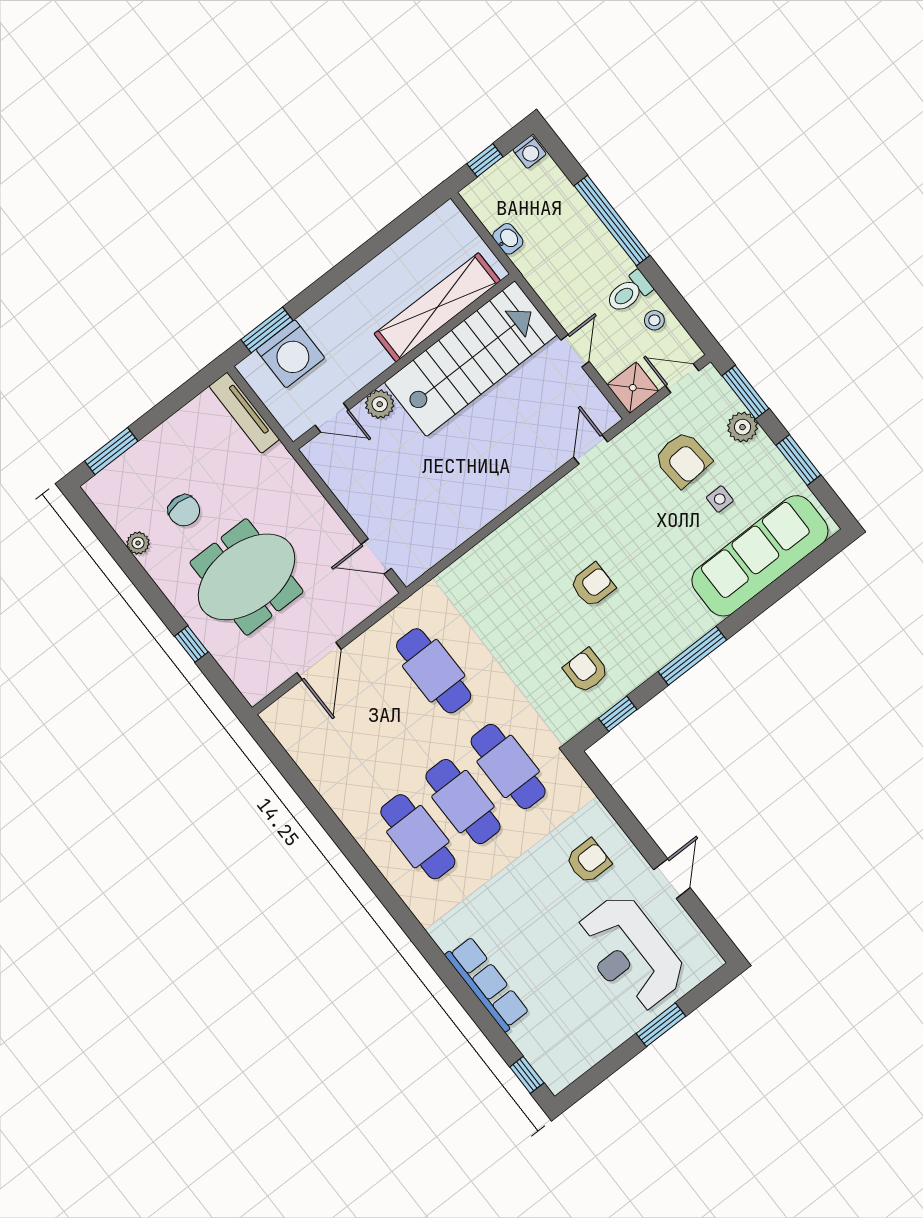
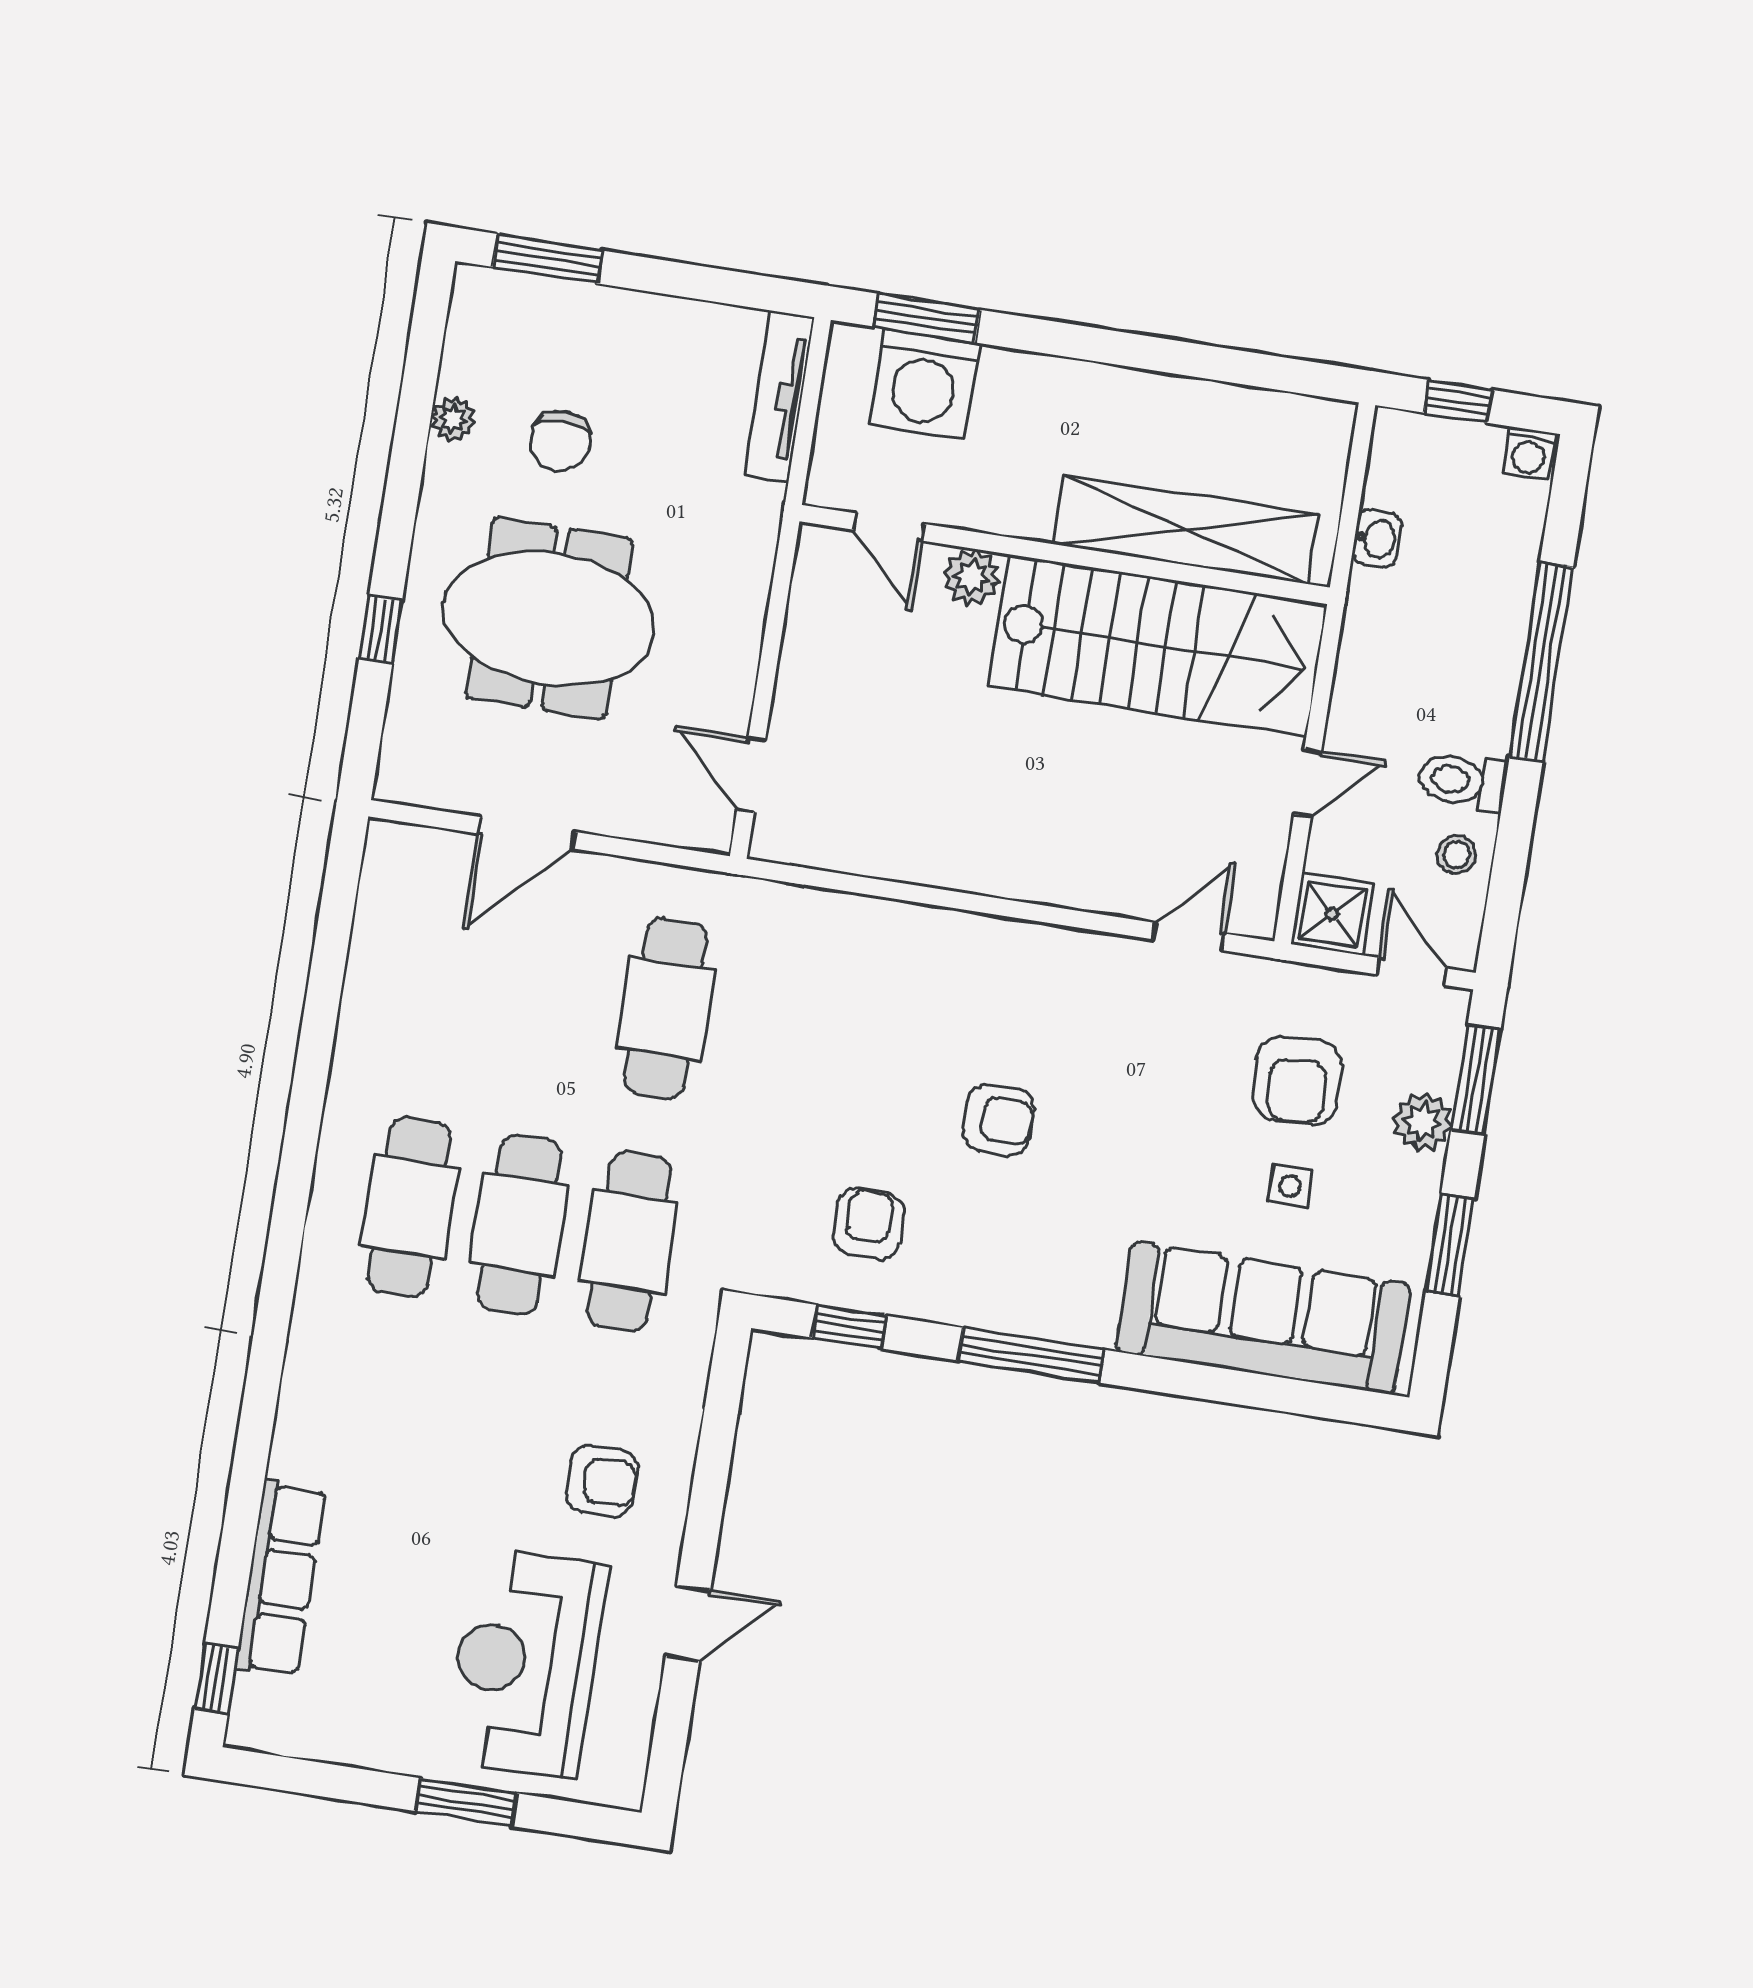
row of seats: (487, 984) -> (280, 1578), moved

